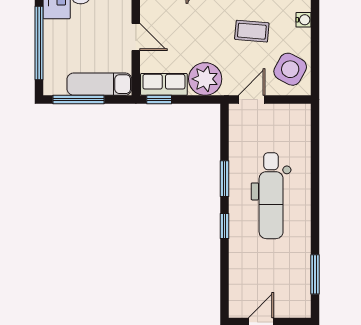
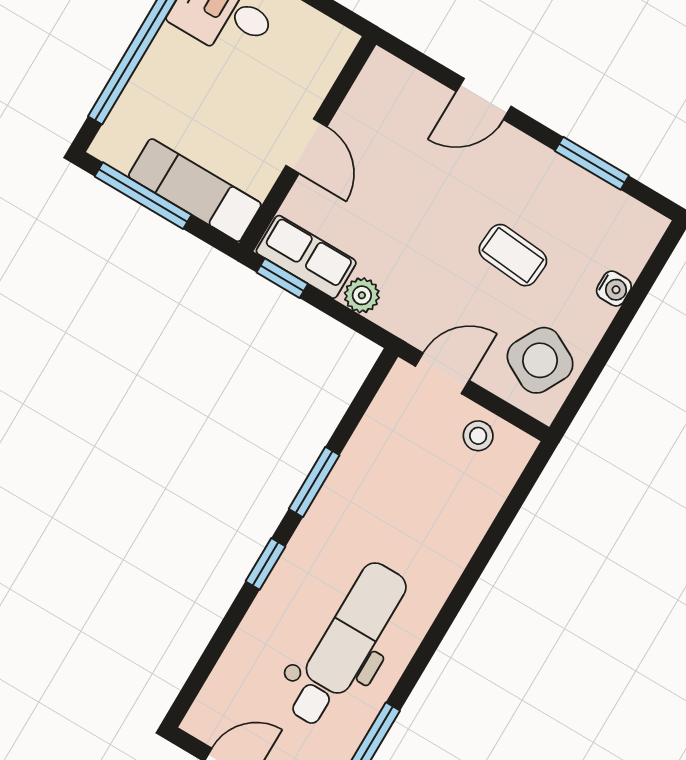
plant: (205, 79) -> (362, 295), width x0.53, depth x0.53
stool: (283, 117) -> (478, 436), added
dental chair: (271, 196) -> (346, 644), moved, turned 180

